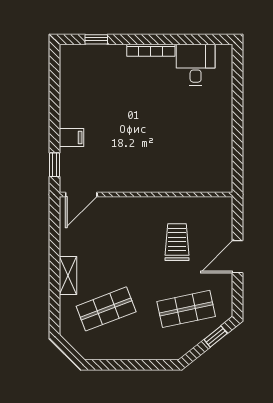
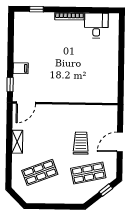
trolley: (177, 242) -> (81, 143), moved
shelving: (68, 276) -> (17, 142), moved

